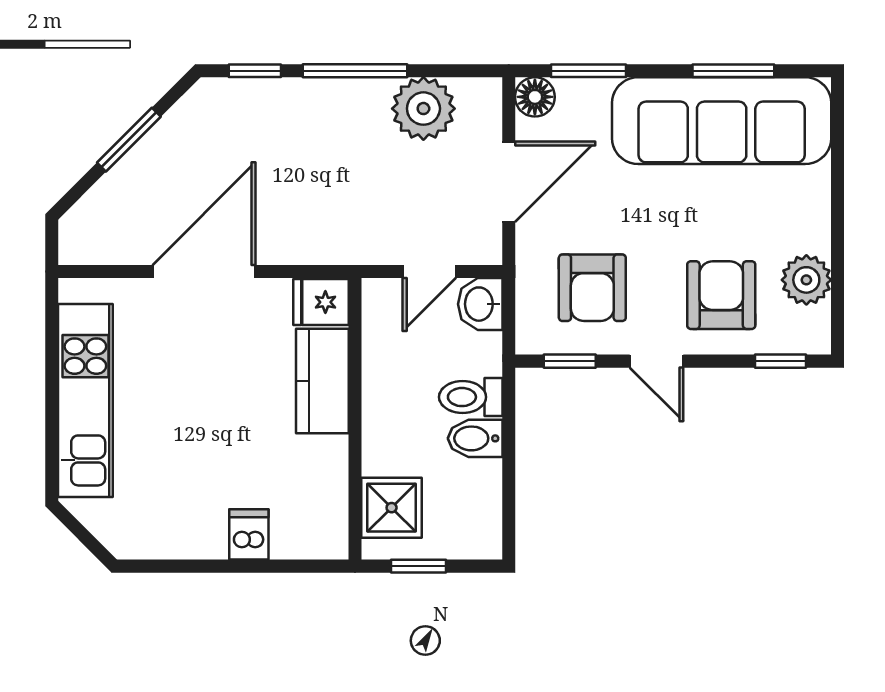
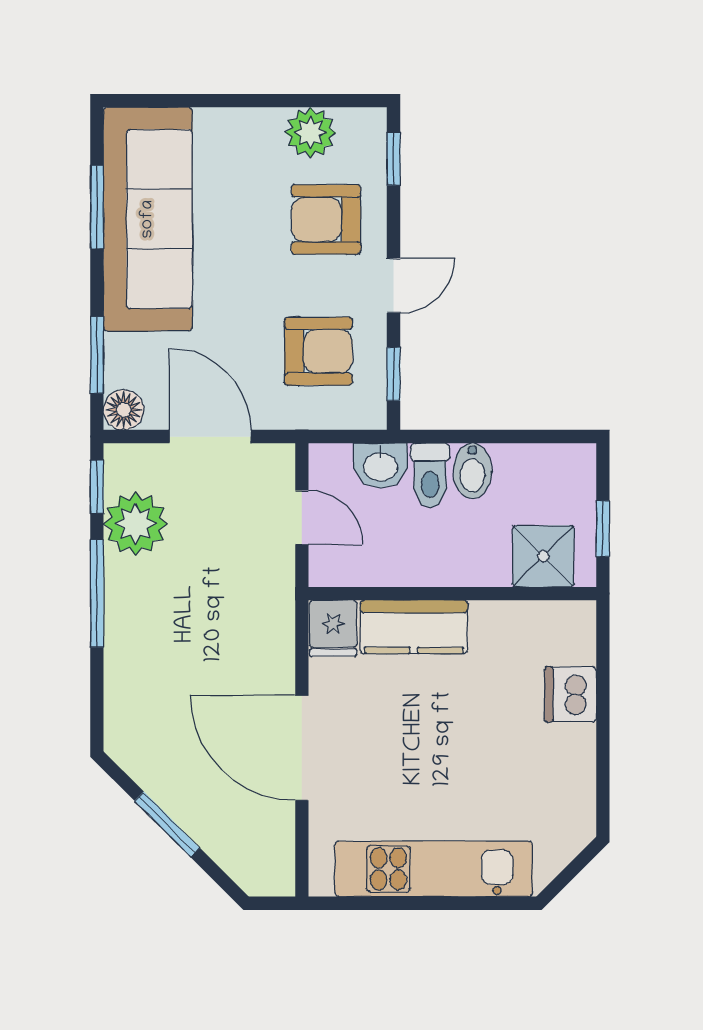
window: (255, 71) -> (97, 487), moved
washbasin: (480, 304) -> (380, 466), moved
dishwasher: (249, 534) -> (571, 694), width x1.38

